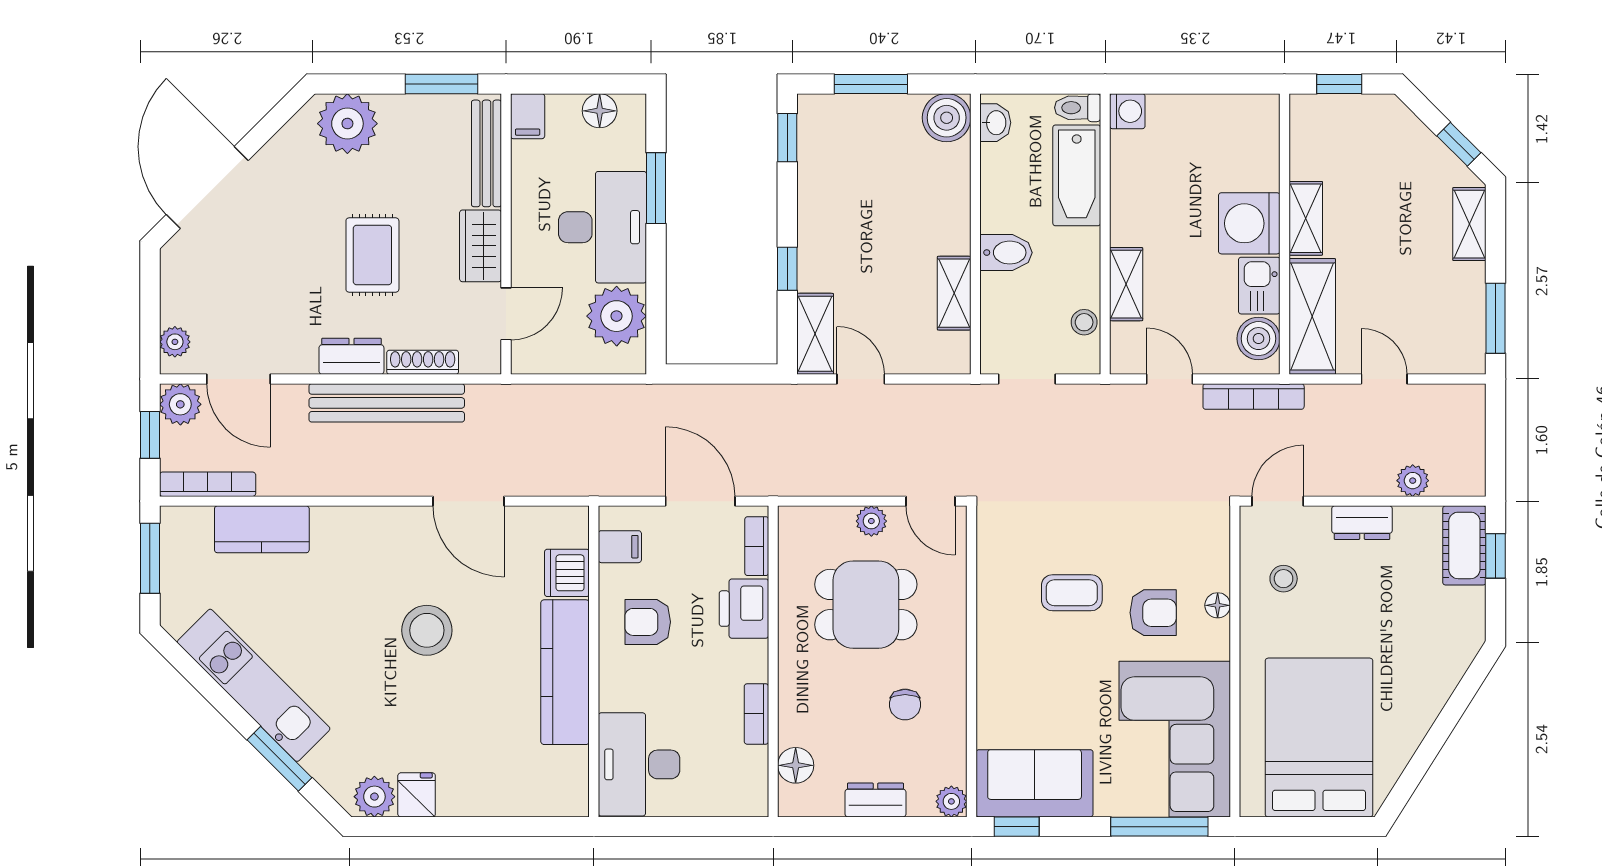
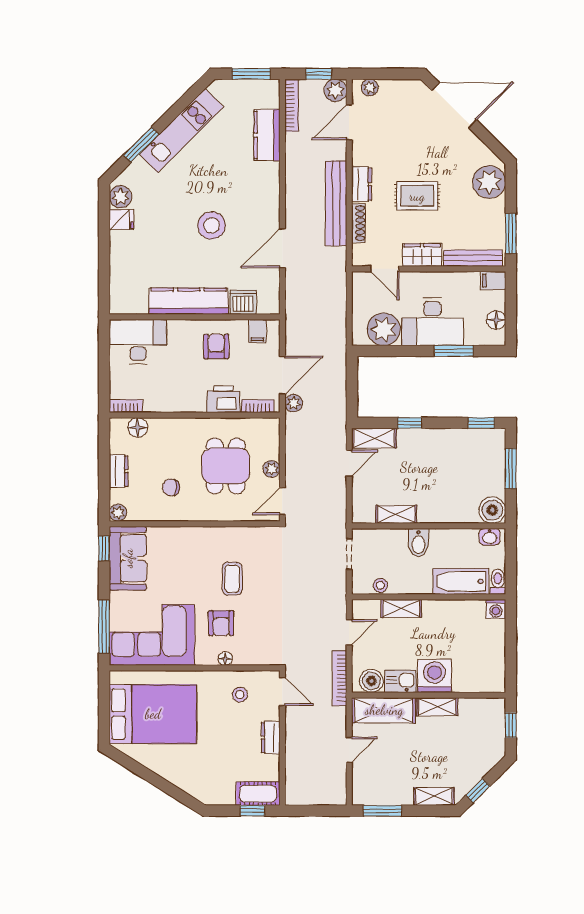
plant: (1413, 481) -> (294, 403), moved
bookcase: (756, 714) -> (126, 406), moved

